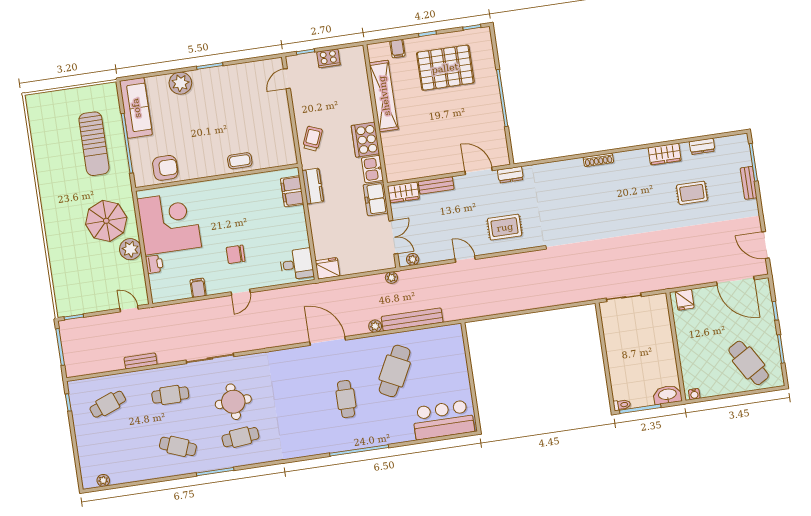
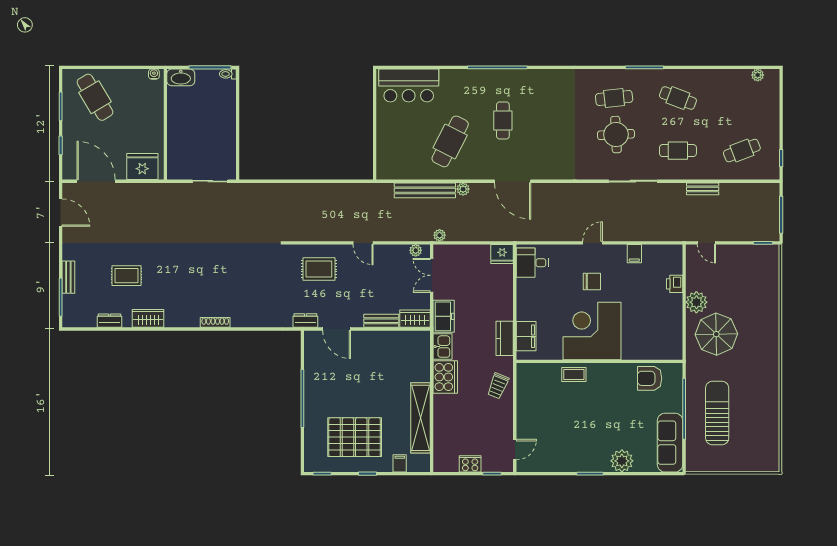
corner desk: (169, 223) -> (592, 331), moved, turned 90
fridge: (685, 300) -> (142, 167), width x1.88, depth x1.34

